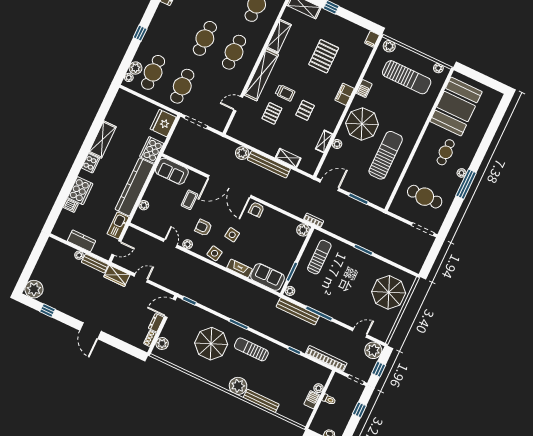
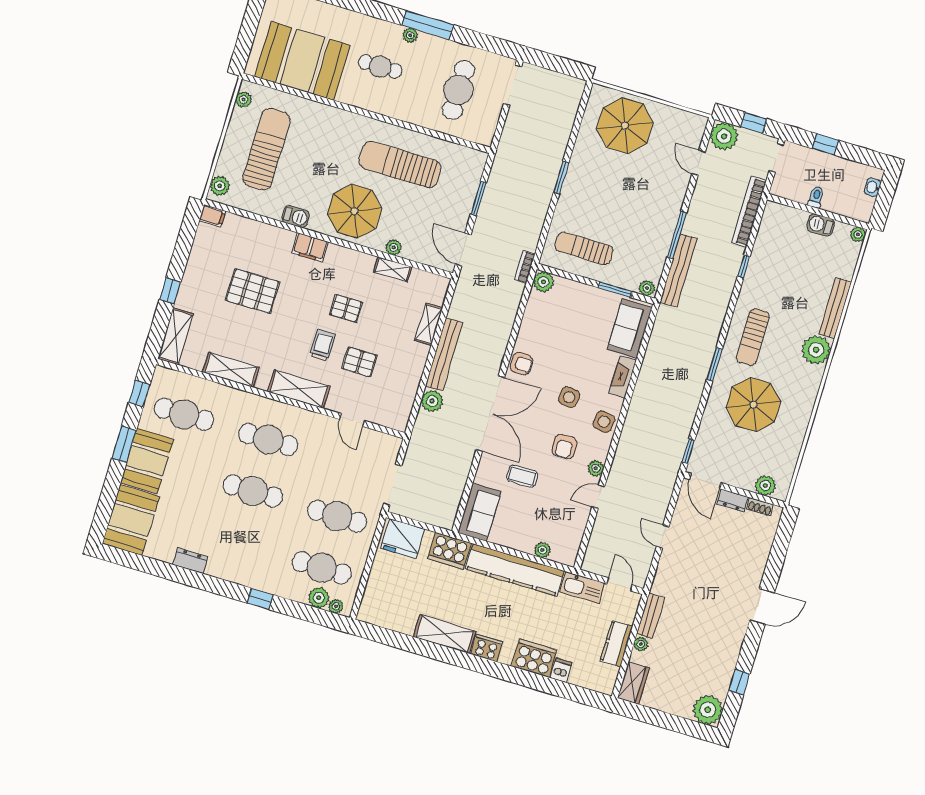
shelving: (261, 75) -> (299, 389), width x0.68
wardrobe: (117, 276) -> (633, 683), moved
plant: (319, 388) -> (858, 234), moved

